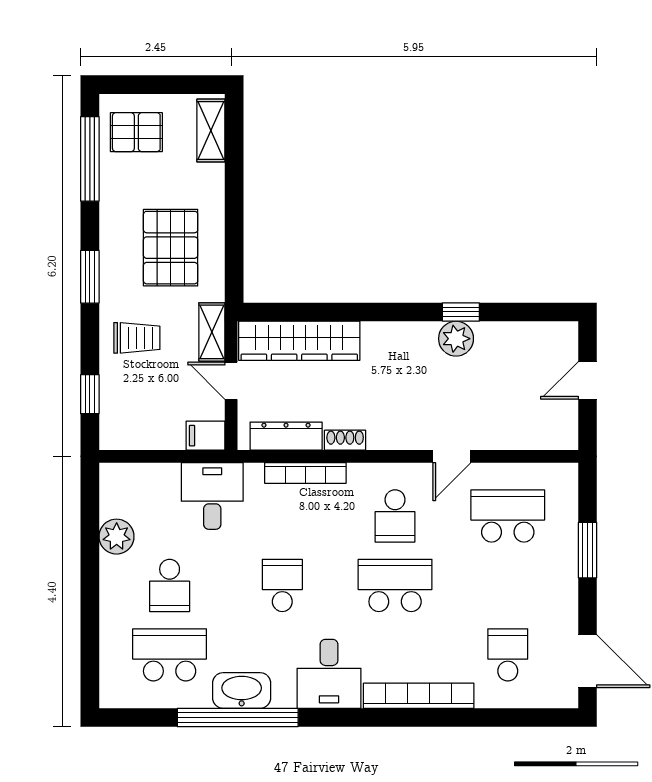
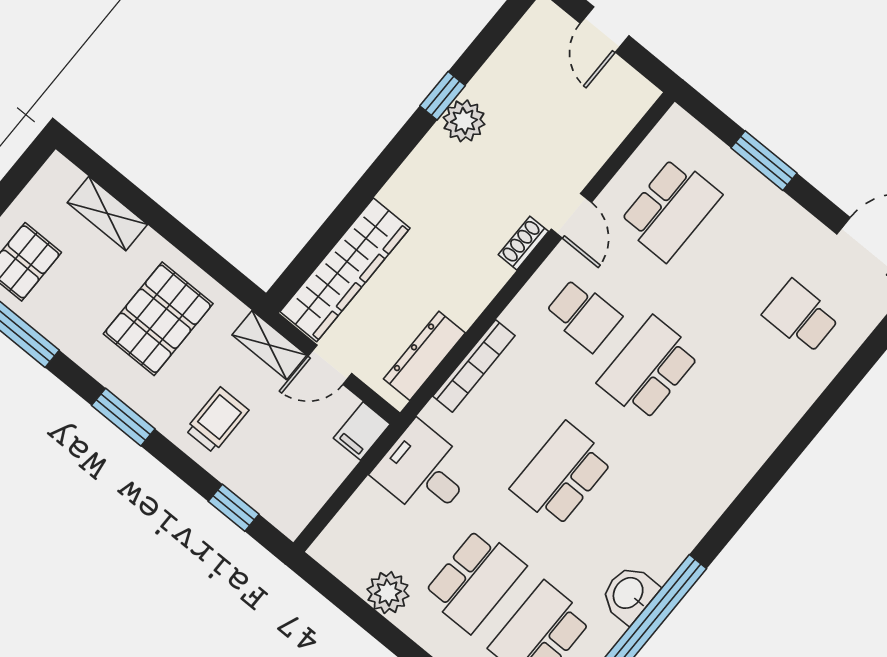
shelving: (211, 130) -> (107, 214), moved
pallet: (171, 248) -> (158, 319), turned 90
shoe rack: (345, 440) -> (523, 243), moved
school desk: (508, 516) -> (670, 209), turned 180
school desk: (170, 585) -> (475, 580), width x1.85
school desk: (282, 585) -> (562, 474), width x1.85
desk: (329, 674) -> (681, 499), removed
washbasin: (242, 690) -> (629, 594), width x0.72
bookcase: (419, 696) -> (771, 431), removed

